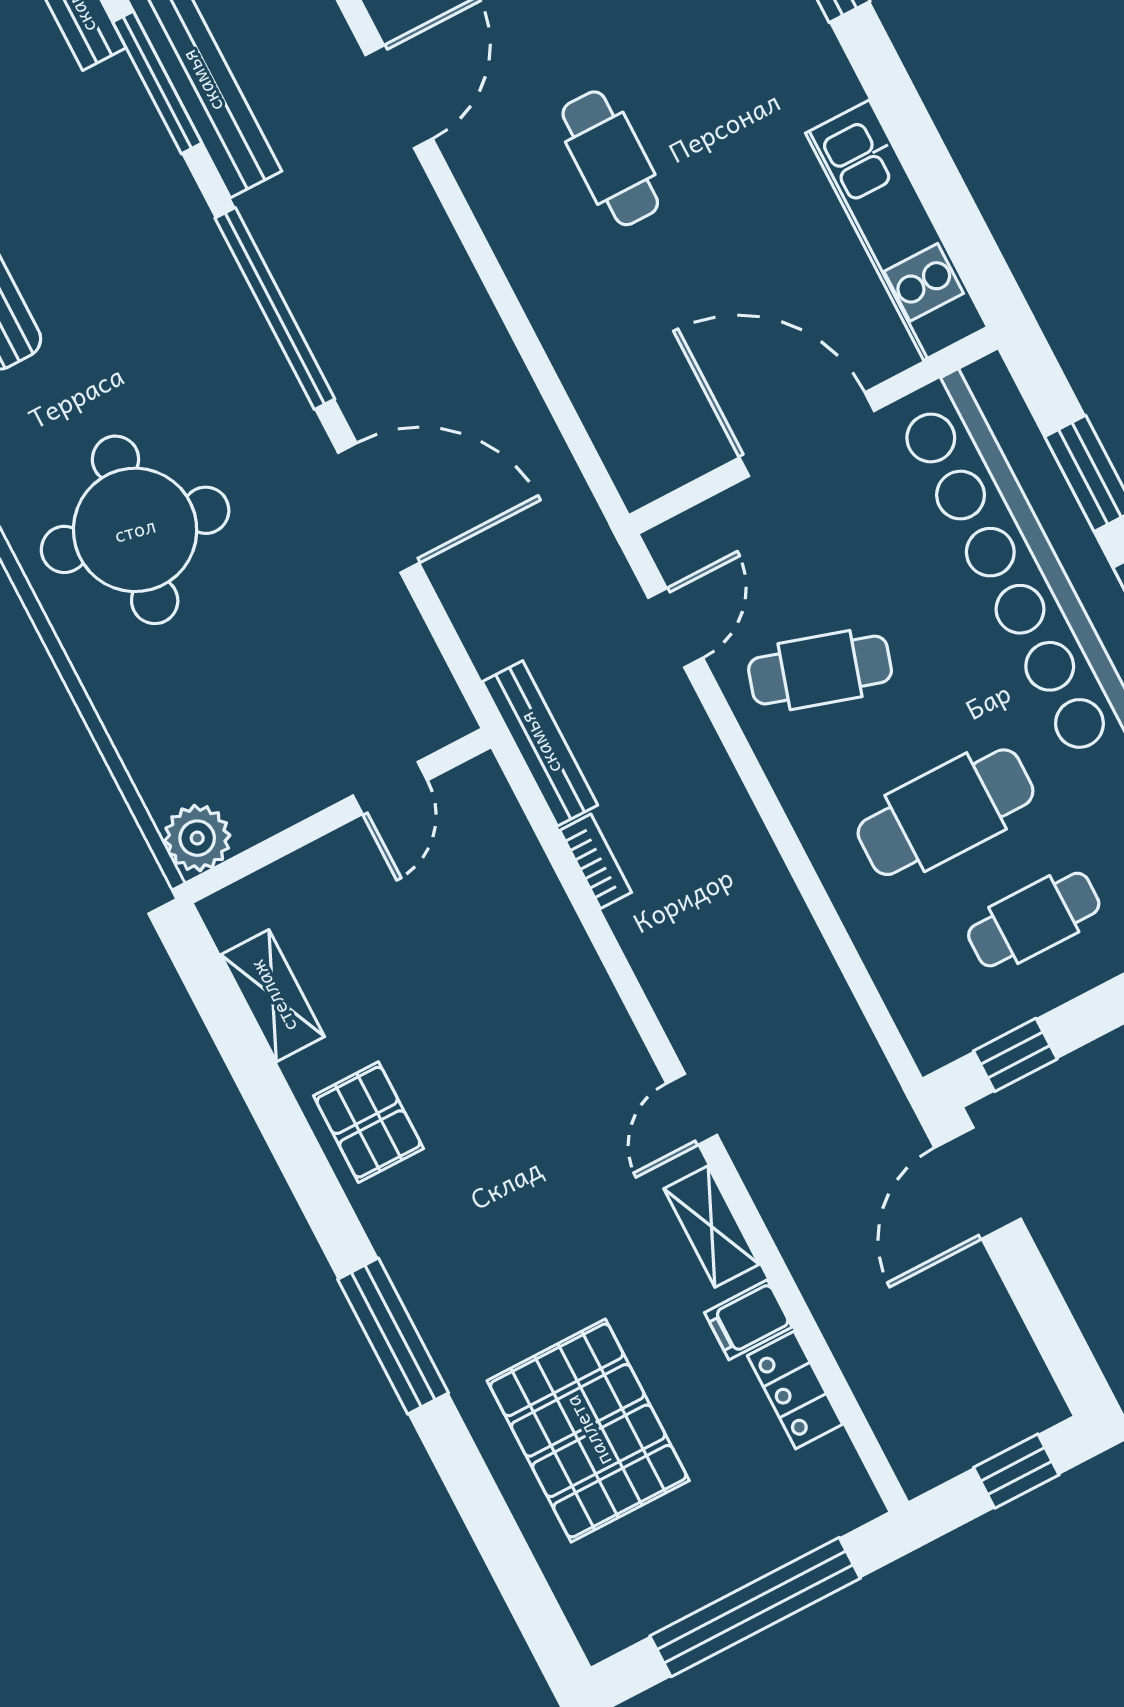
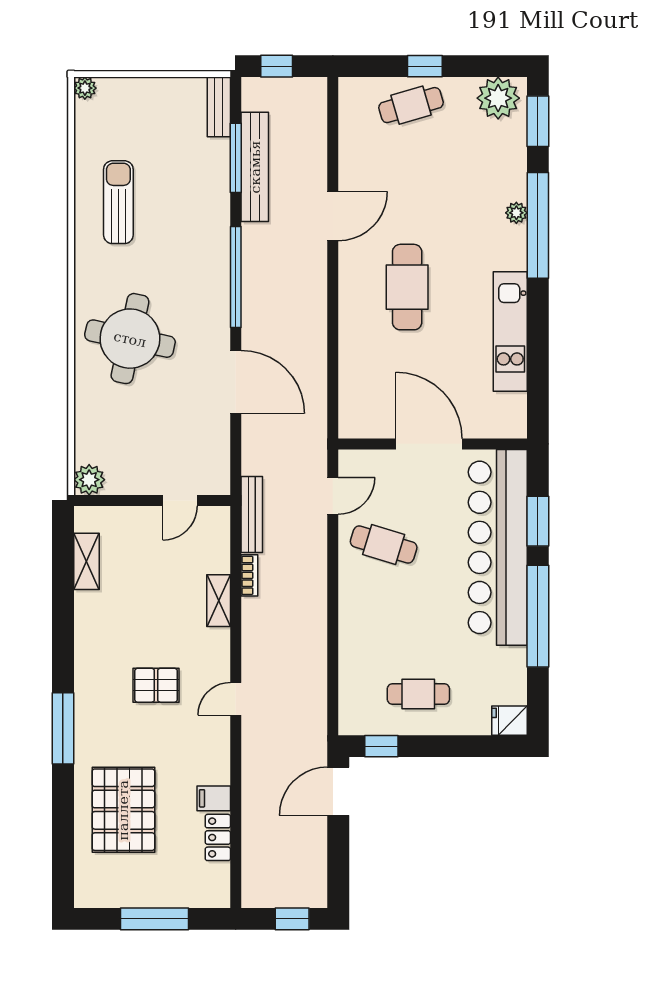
cafe table: (610, 158) -> (407, 287), width x1.37, depth x1.35
kitchen unit: (896, 230) -> (510, 331), moved
cafe table: (946, 812) -> (405, 630), removed
pallet: (368, 1122) -> (156, 685), moved, turned 90
shelving: (712, 1226) -> (219, 601), moved
window: (755, 1607) -> (154, 919), width x0.68

